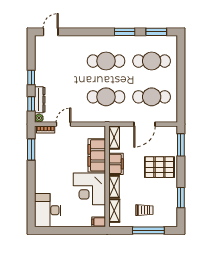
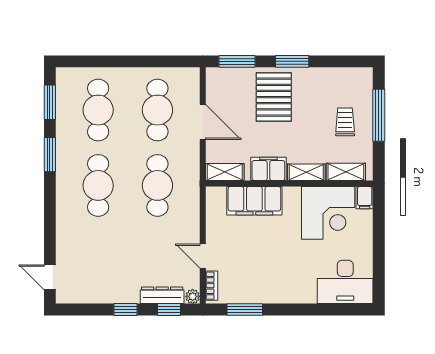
corner desk: (89, 189) -> (328, 213), moved
window: (181, 198) -> (292, 61), moved

